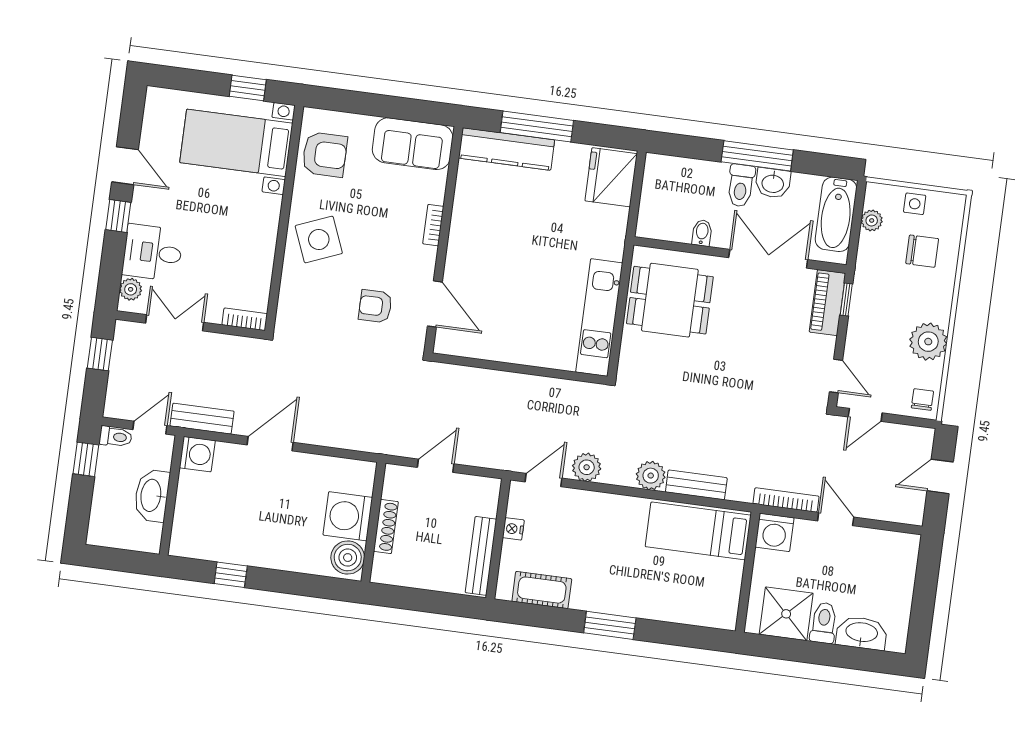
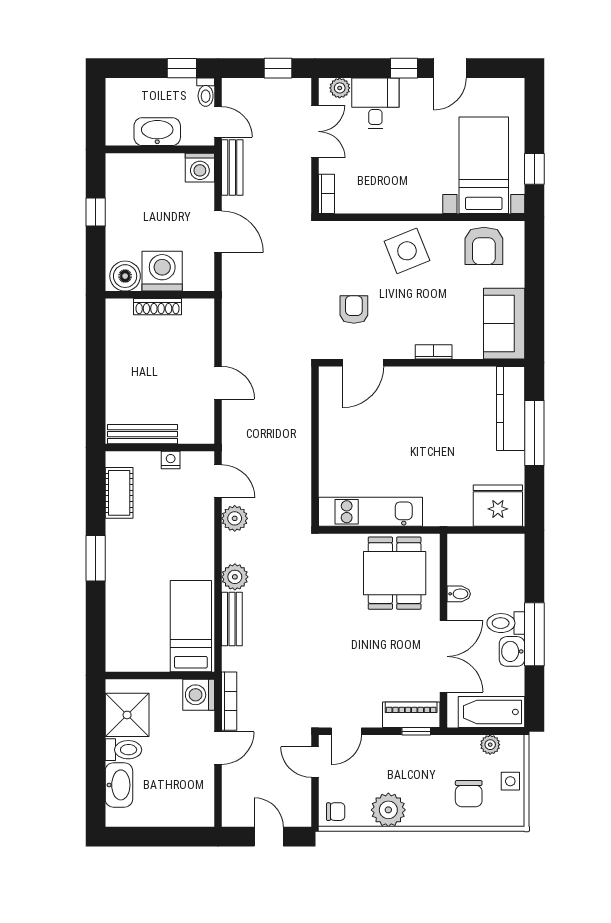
washing machine: (348, 516) -> (162, 271), moved
wall: (373, 522) -> (160, 295), moved
shoe rack: (386, 526) -> (157, 307), moved
boiler: (348, 558) -> (125, 276), moved

